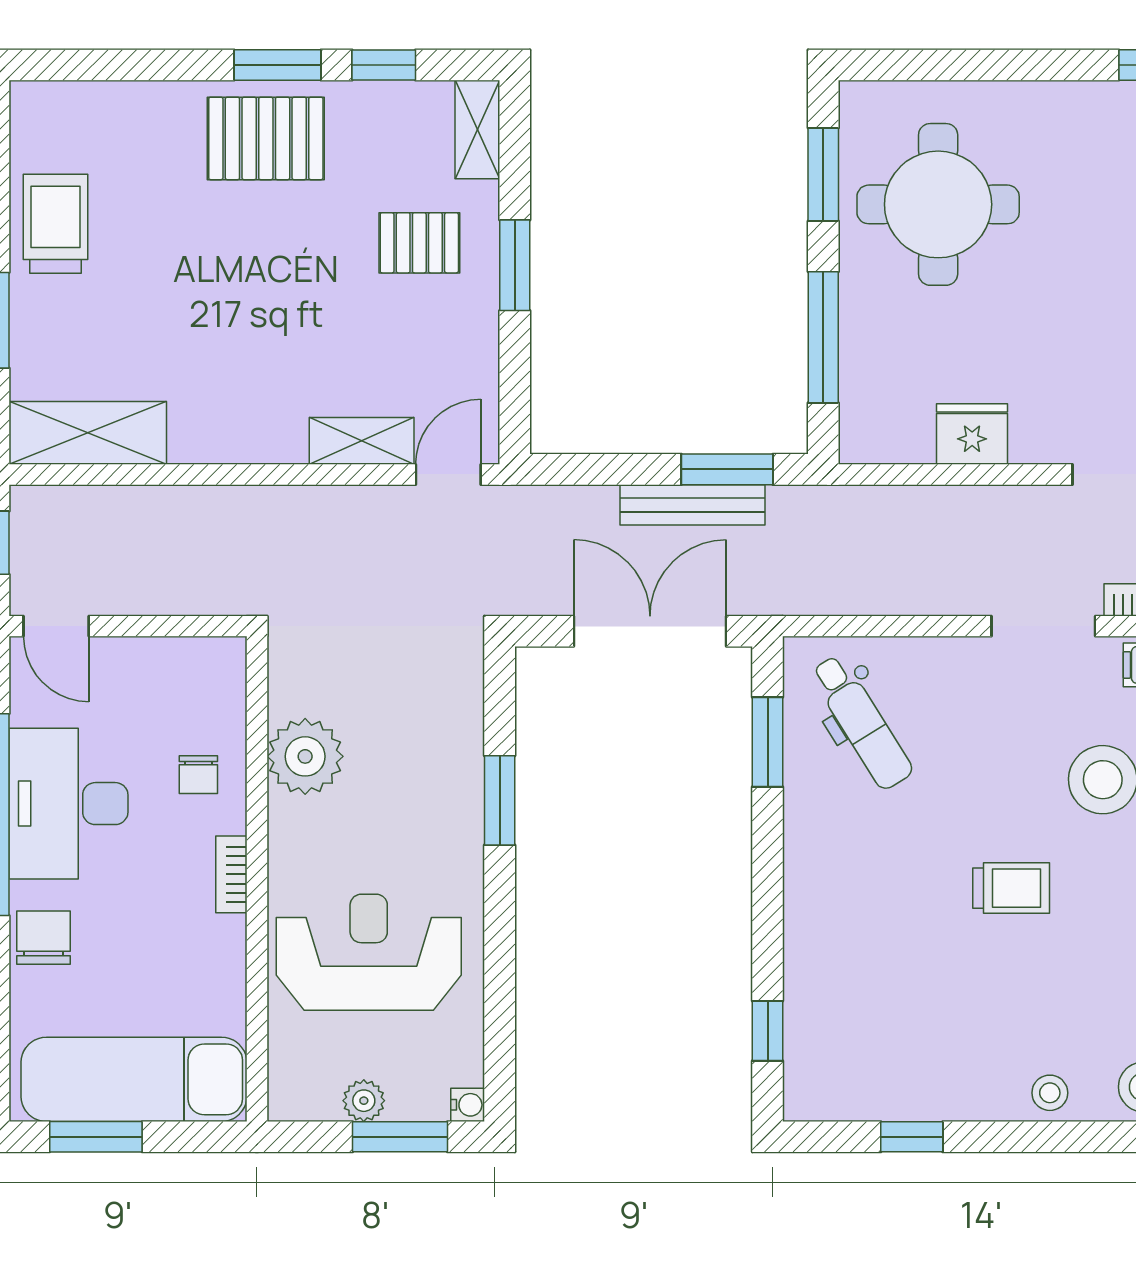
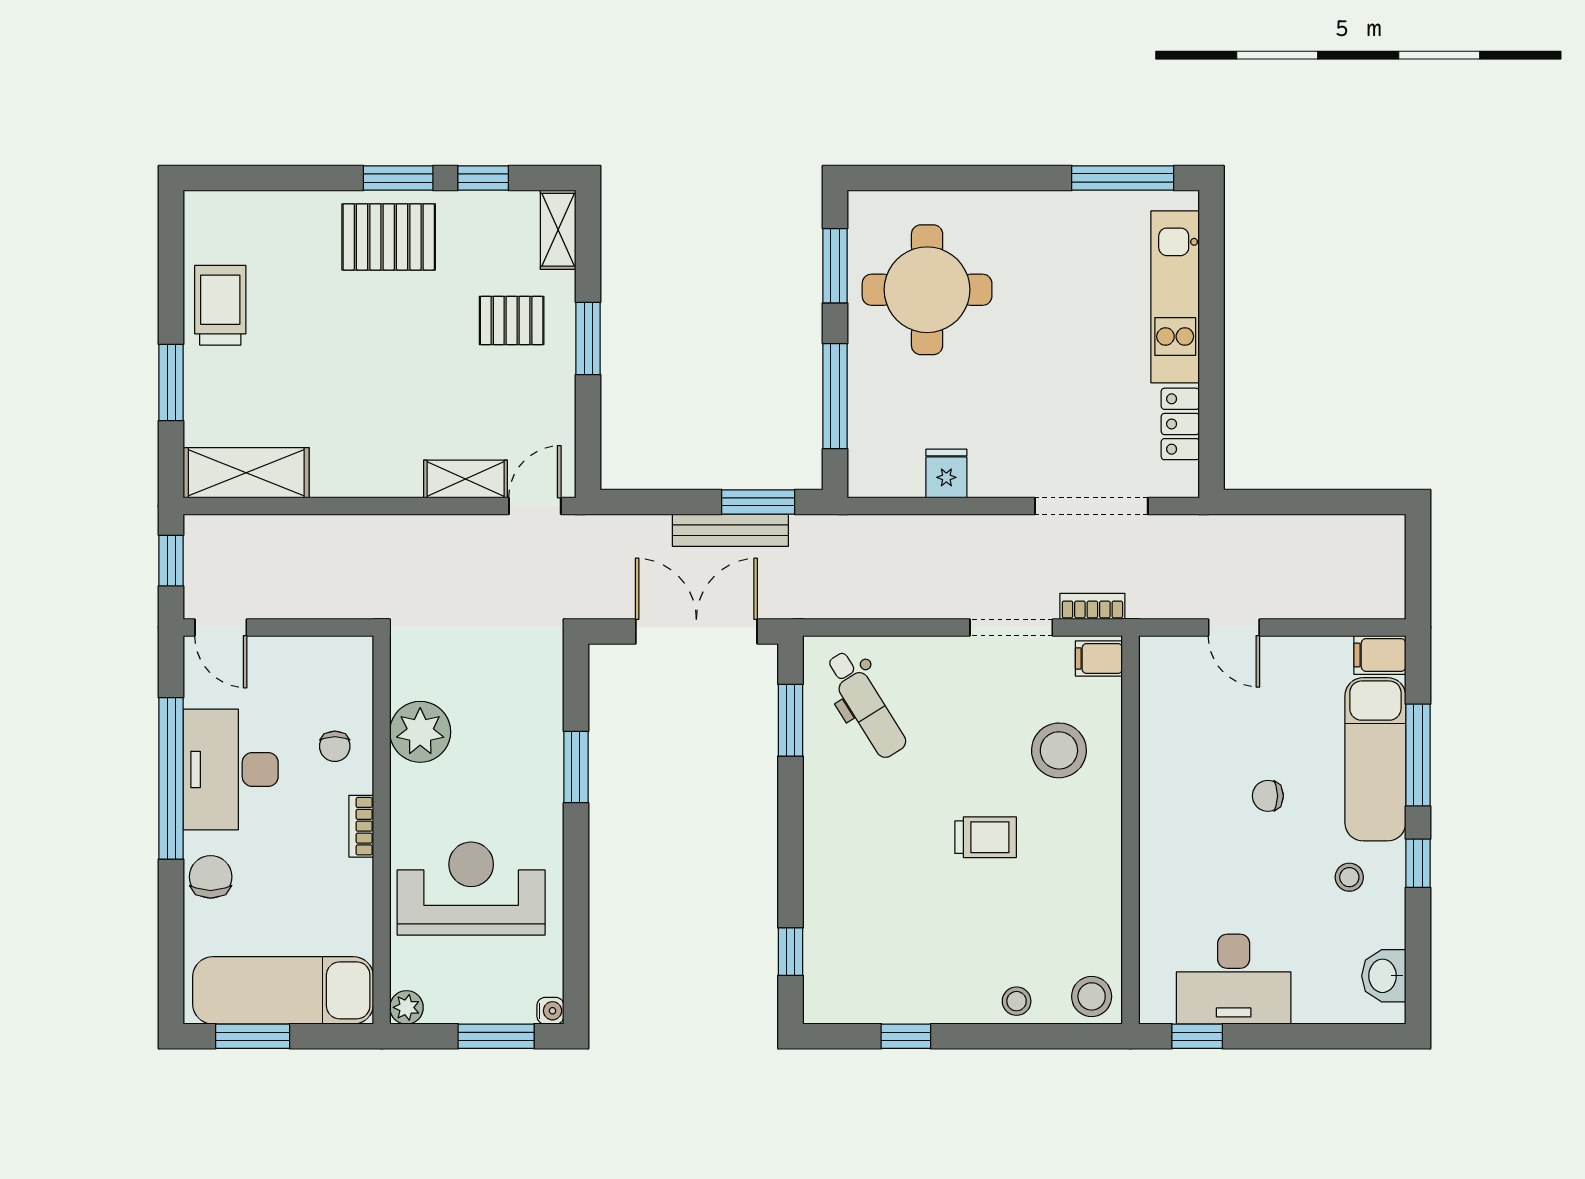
fridge: (972, 434) -> (946, 474), width x0.72
plant: (364, 1101) -> (406, 1007), moved

